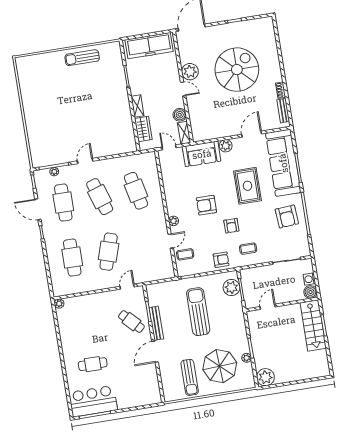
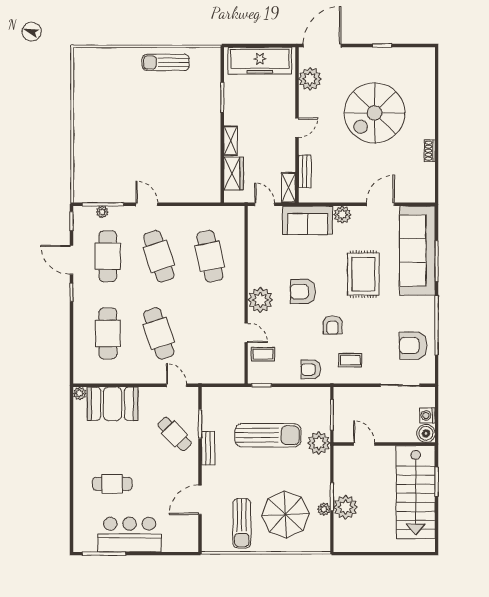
spiral stairs: (237, 70) -> (375, 113), turned 180
plant: (190, 72) -> (310, 79), moved
door: (183, 89) -> (297, 128), hinge flipped
bench: (283, 111) -> (305, 171), moved
boiler: (180, 115) -> (286, 162), removed
door: (85, 161) -> (147, 204), hinge flipped
armchair: (287, 216) -> (413, 345), moved, turned 94
plant: (174, 221) -> (260, 300), width x1.88, depth x1.88
door: (171, 241) -> (246, 333), hinge flipped
cafe table: (109, 252) -> (159, 333), turned -36
armchair: (221, 260) -> (311, 369), turned 180
door: (127, 287) -> (176, 385), hinge flipped
plant: (231, 287) -> (319, 443), moved
booth: (84, 307) -> (112, 404), added
door: (268, 307) -> (364, 444), hinge flipped
sun lounger: (198, 312) -> (268, 435), turned 90
bench: (156, 323) -> (208, 448), width x0.73
stairs: (313, 326) -> (416, 492), width x1.36, depth x1.51
door: (155, 352) -> (200, 500), moved
plant: (265, 377) -> (346, 507), moved
bar counter: (93, 401) -> (130, 535), moved

